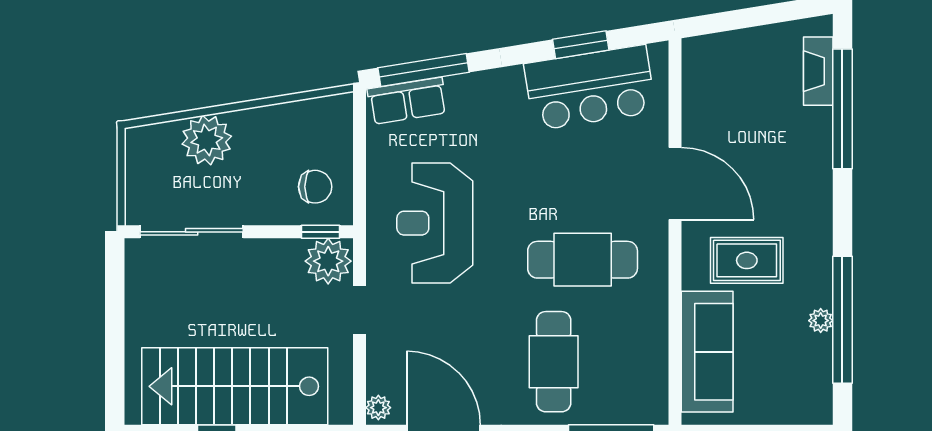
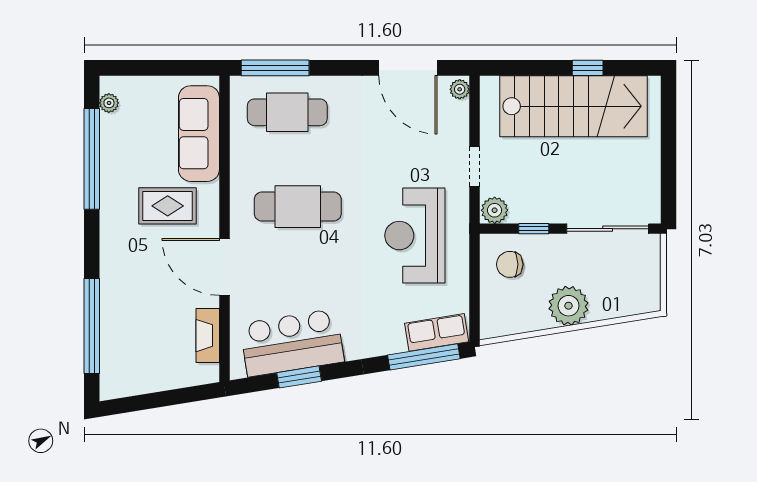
fireplace: (818, 71) -> (208, 336), moved, turned 180
plant: (207, 140) -> (568, 306), moved
reception desk: (435, 223) -> (415, 236), turned 180
window: (321, 232) -> (534, 229), moved
plant: (328, 261) -> (495, 210), width x0.73, depth x0.73
plant: (821, 321) -> (109, 103), moved
cafe table: (554, 362) -> (287, 112), moved, turned 90

